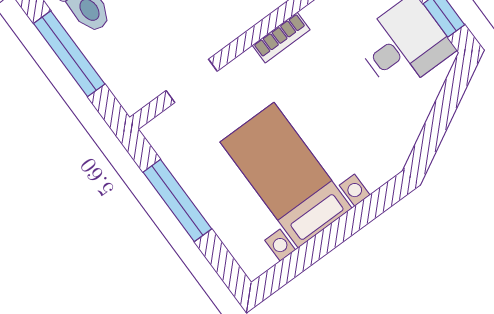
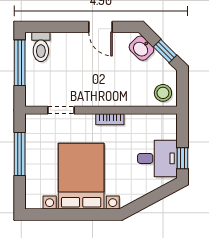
bed with nightstands: (286, 175) -> (81, 176), width x1.36

